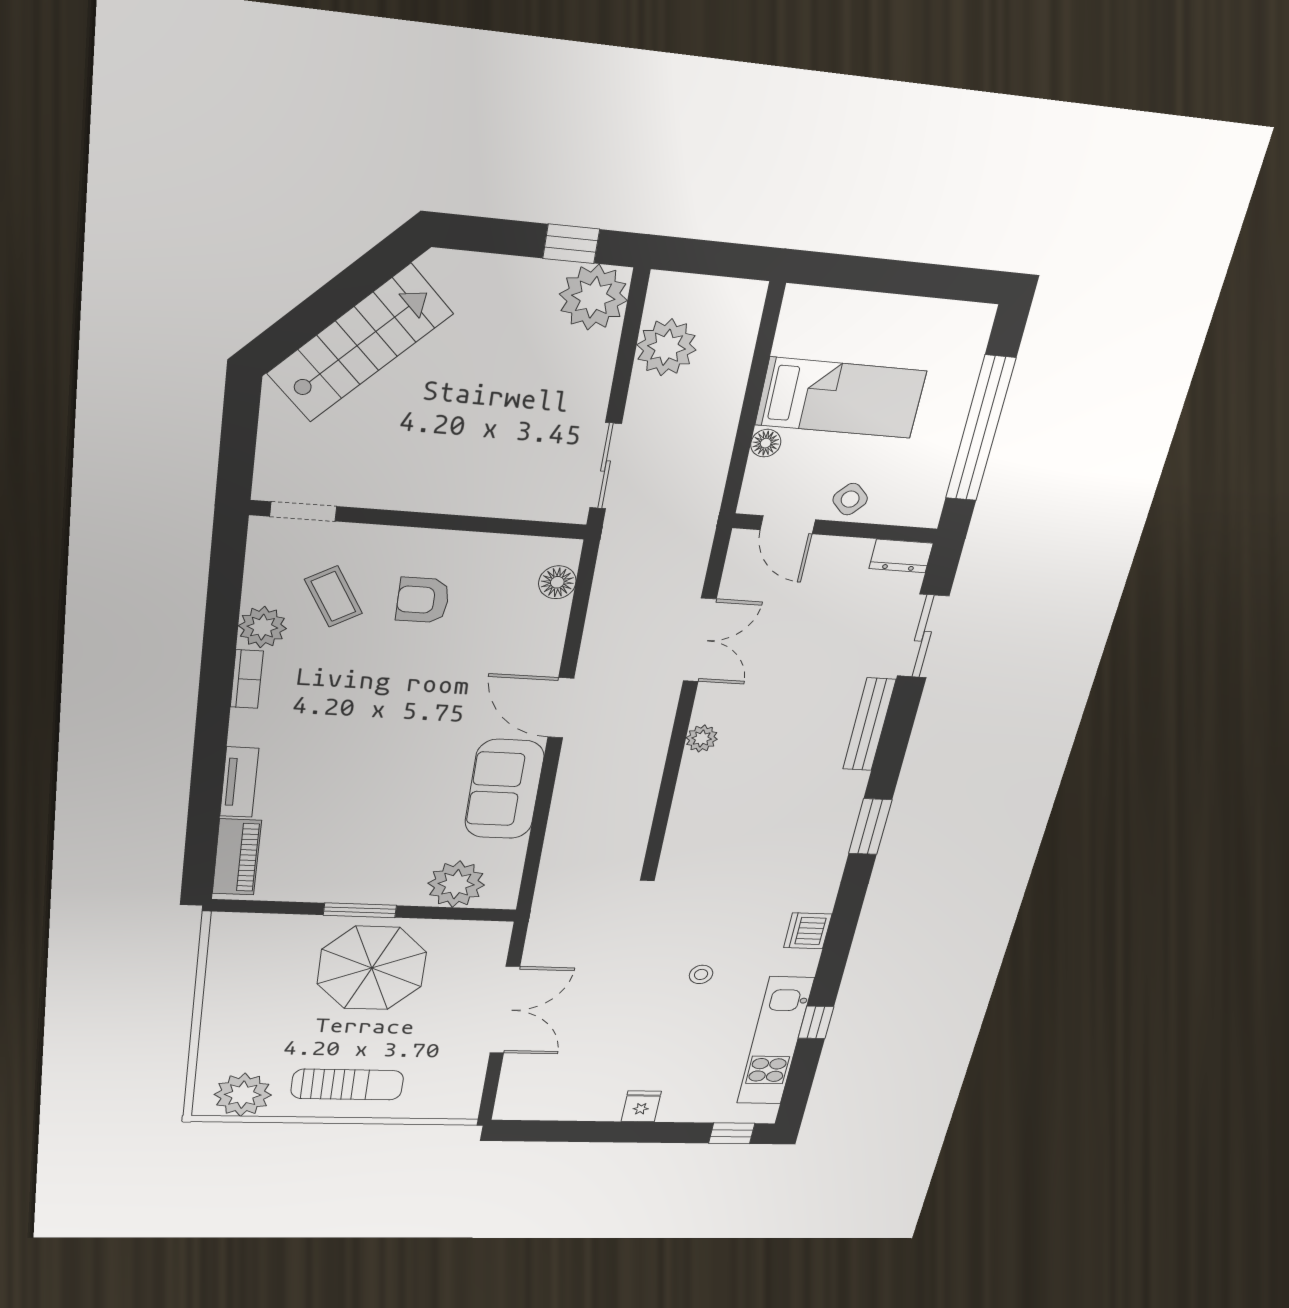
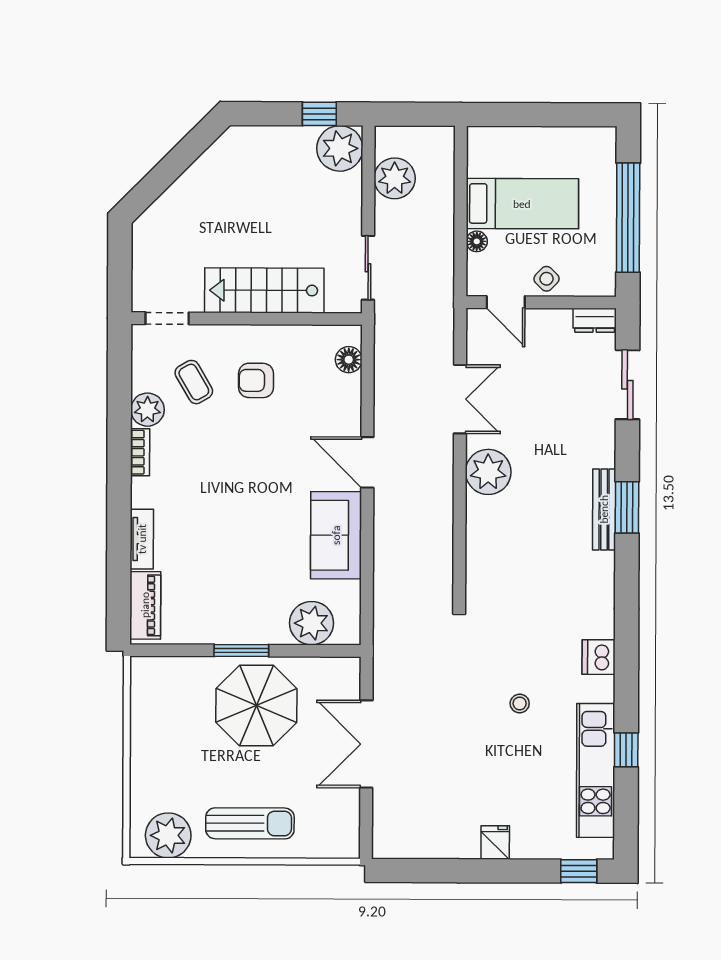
stairs: (360, 344) -> (264, 290), moved, turned -135
bench: (869, 724) -> (604, 509), moved
plant: (702, 739) -> (488, 472), width x1.87, depth x1.87
window: (870, 827) -> (627, 507), moved
double door: (505, 1010) -> (366, 744), swing flipped

